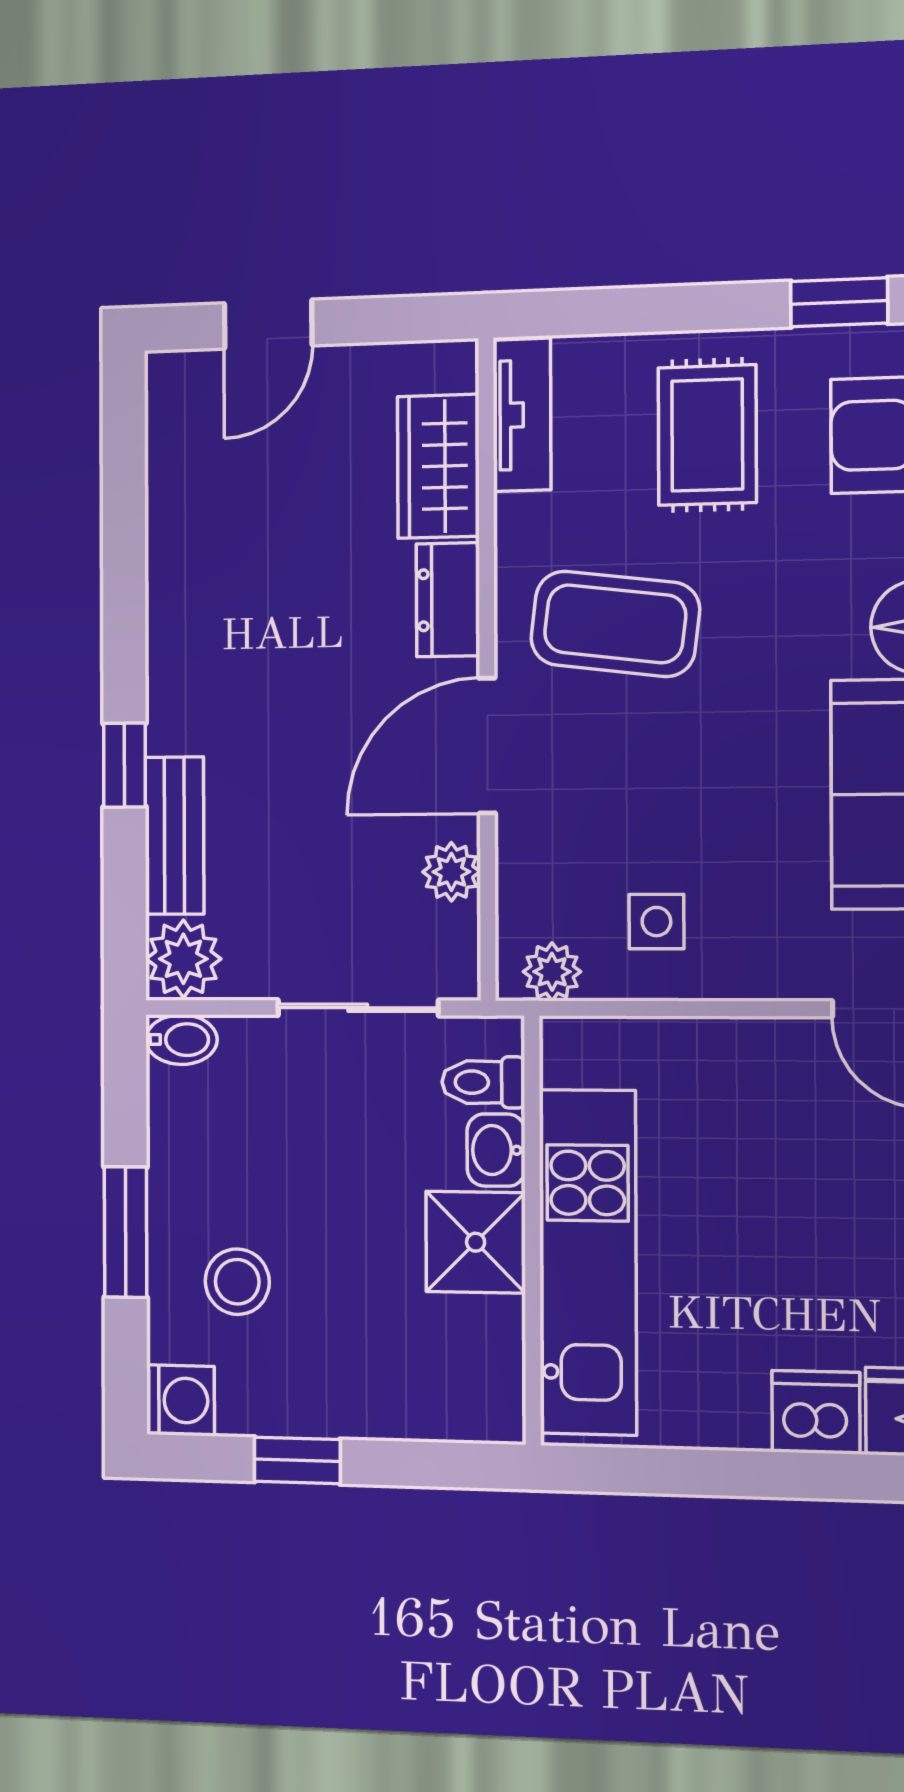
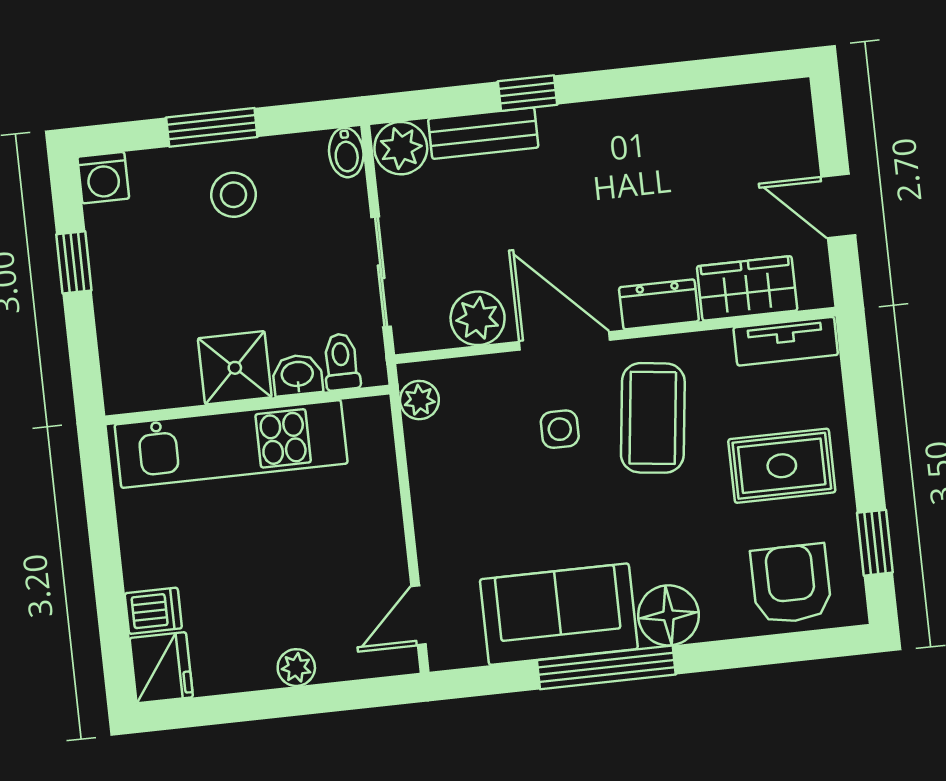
door: (268, 324) -> (838, 206), moved
plant: (451, 872) -> (478, 318), width x1.38, depth x1.38
side table: (656, 922) -> (560, 429), moved
stool: (237, 1282) -> (233, 195), moved
dishwasher: (816, 1412) -> (153, 611), width x0.73

